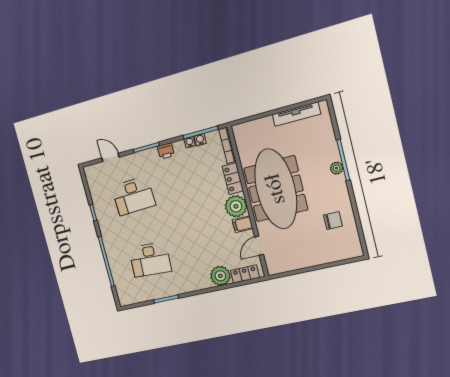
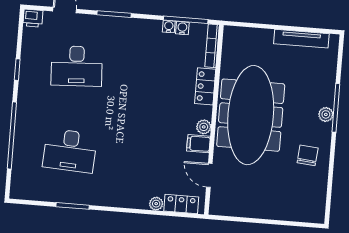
printer: (166, 151) -> (33, 18), moved
plant: (236, 206) -> (204, 127), width x0.53, depth x0.53
chair: (333, 221) -> (308, 155), moved, turned -85
door: (259, 246) -> (209, 175), hinge flipped
plant: (220, 276) -> (156, 204), width x0.53, depth x0.53

